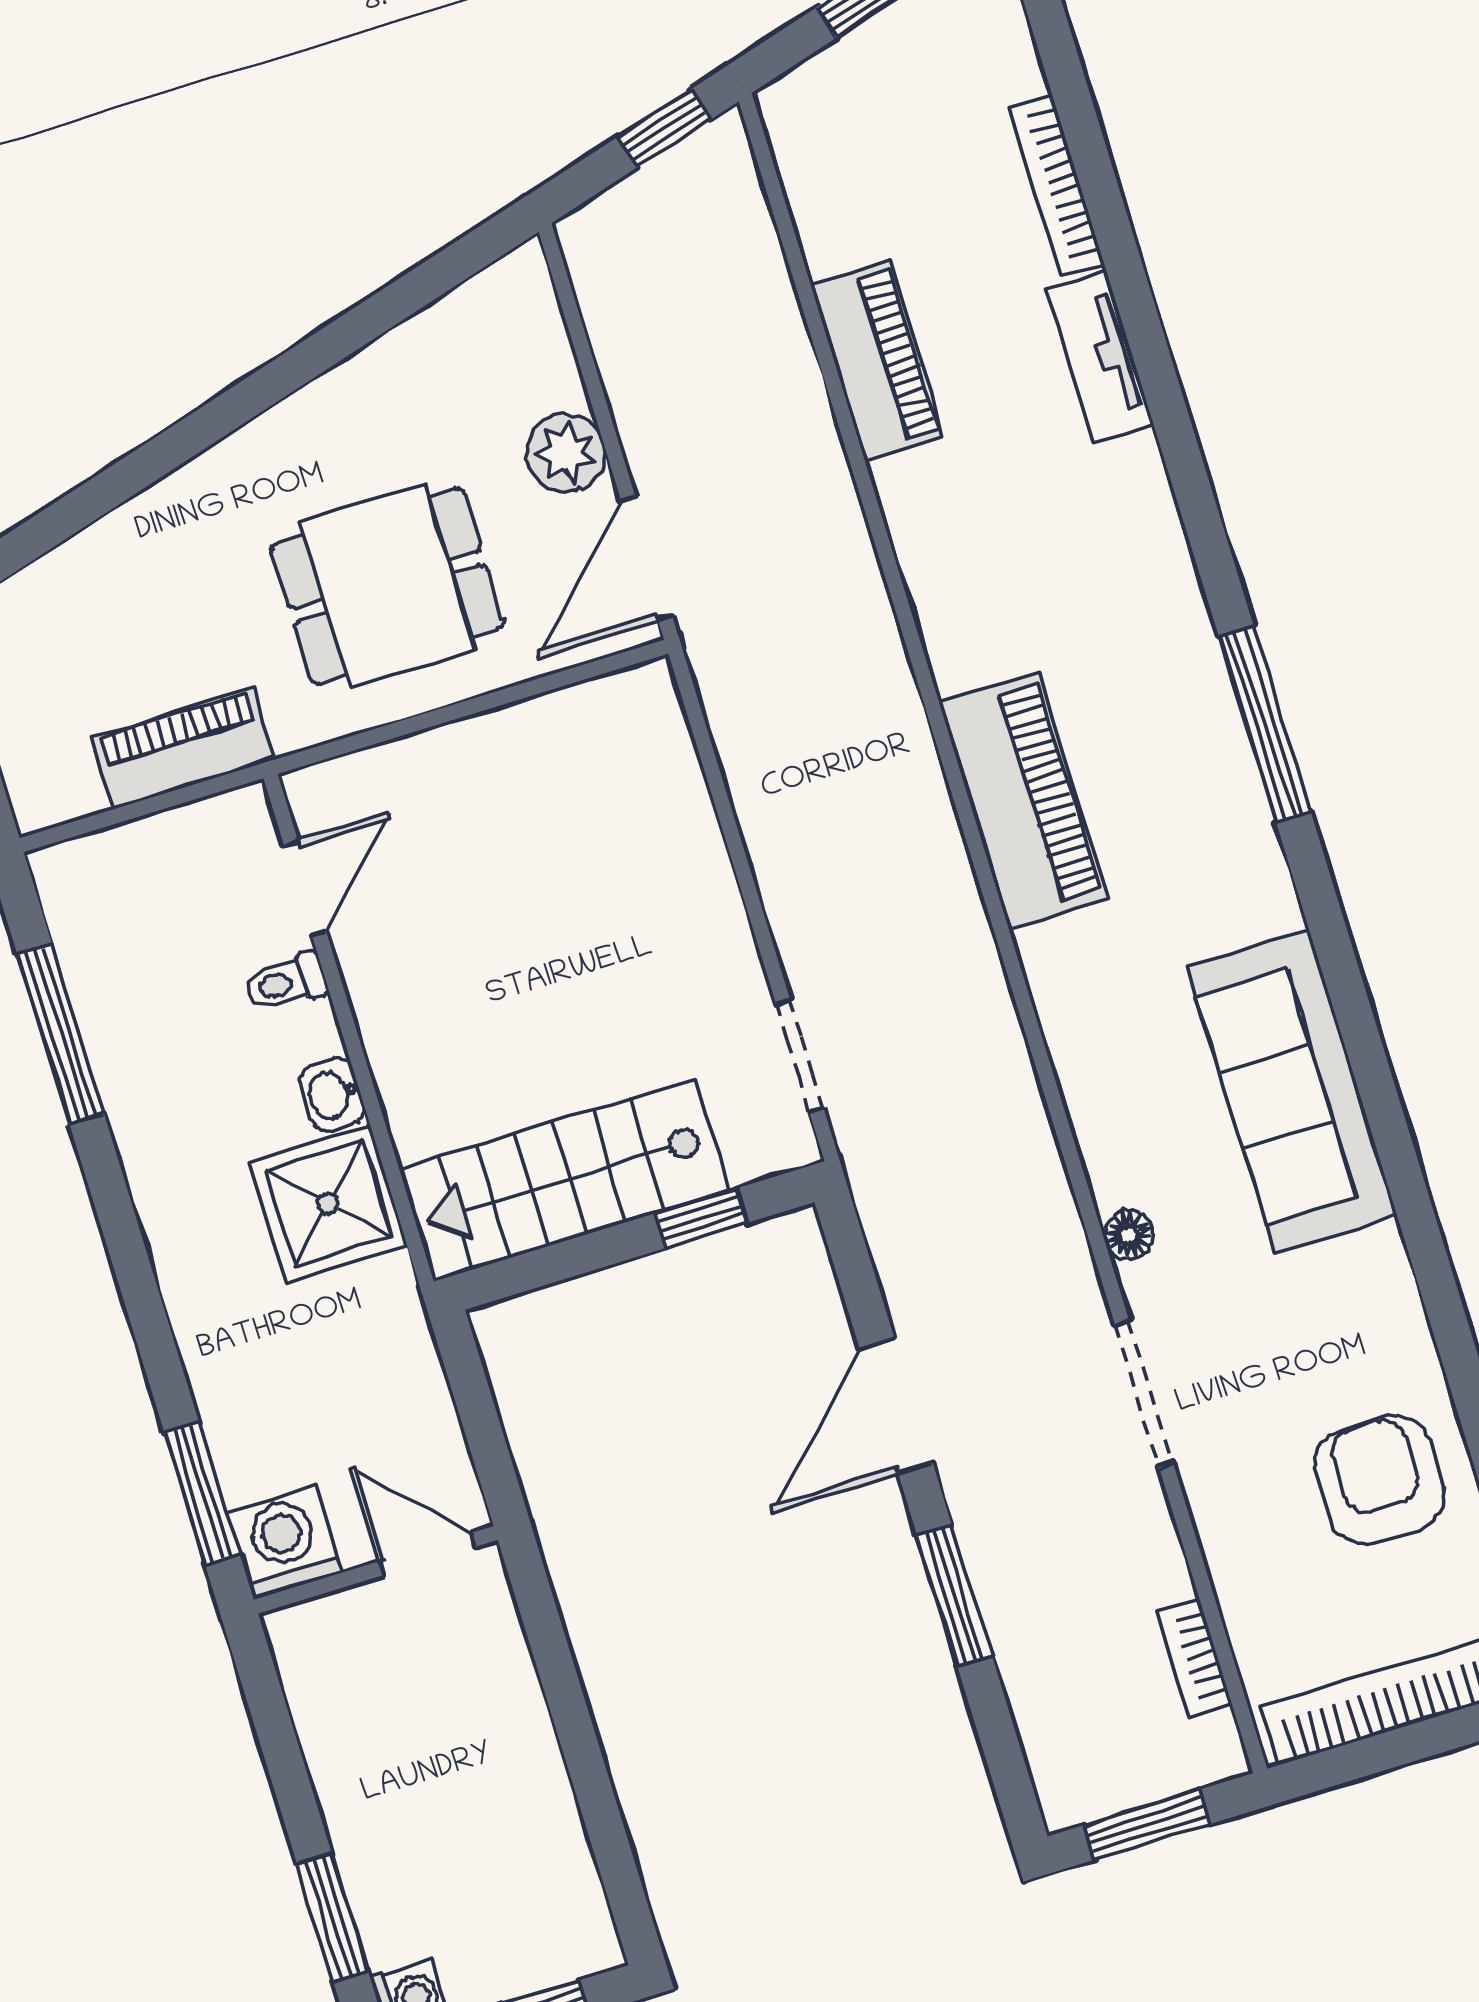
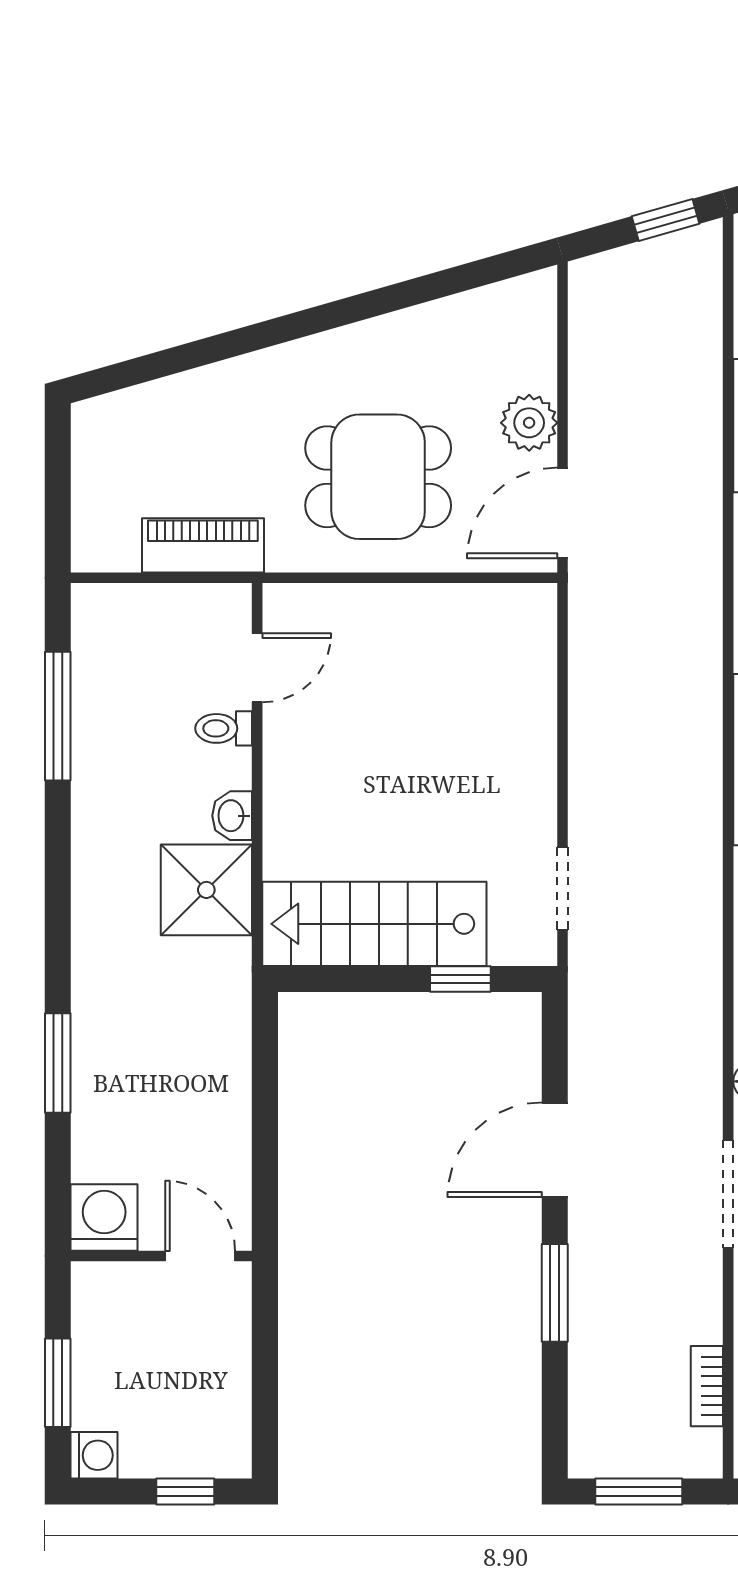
washing machine: (284, 1542) -> (104, 1217), moved
door: (427, 1554) -> (200, 1256), moved
wall: (376, 1570) -> (161, 1256), moved

